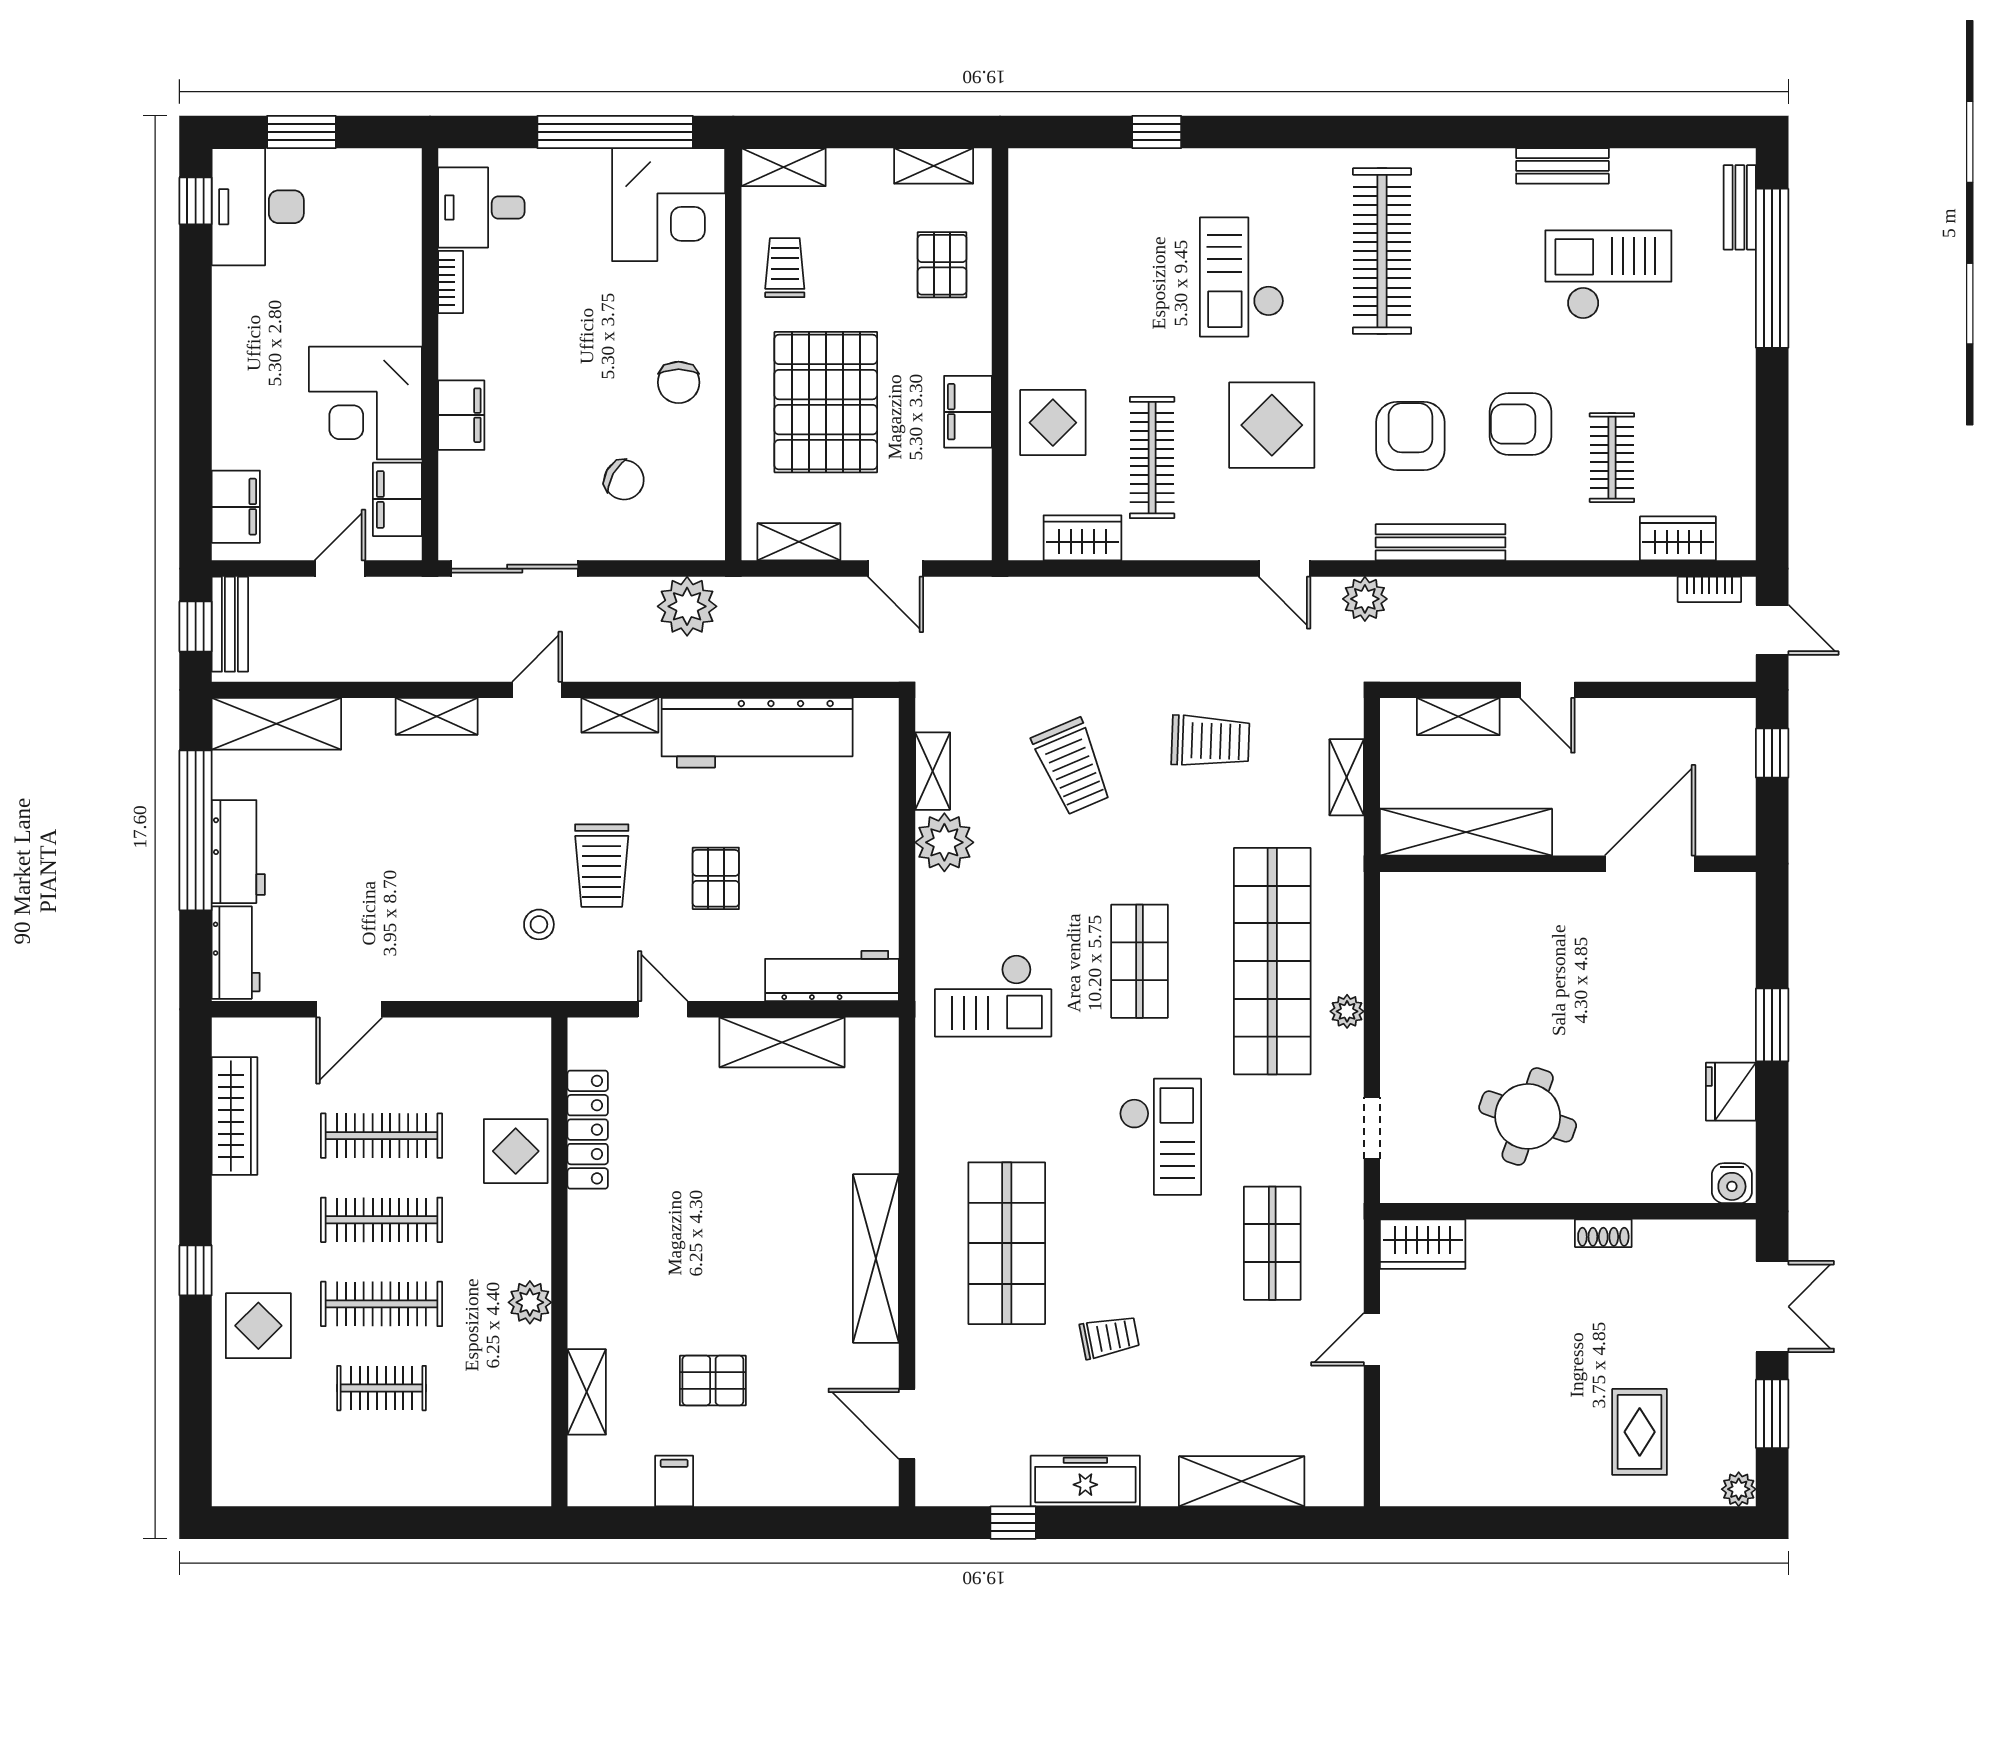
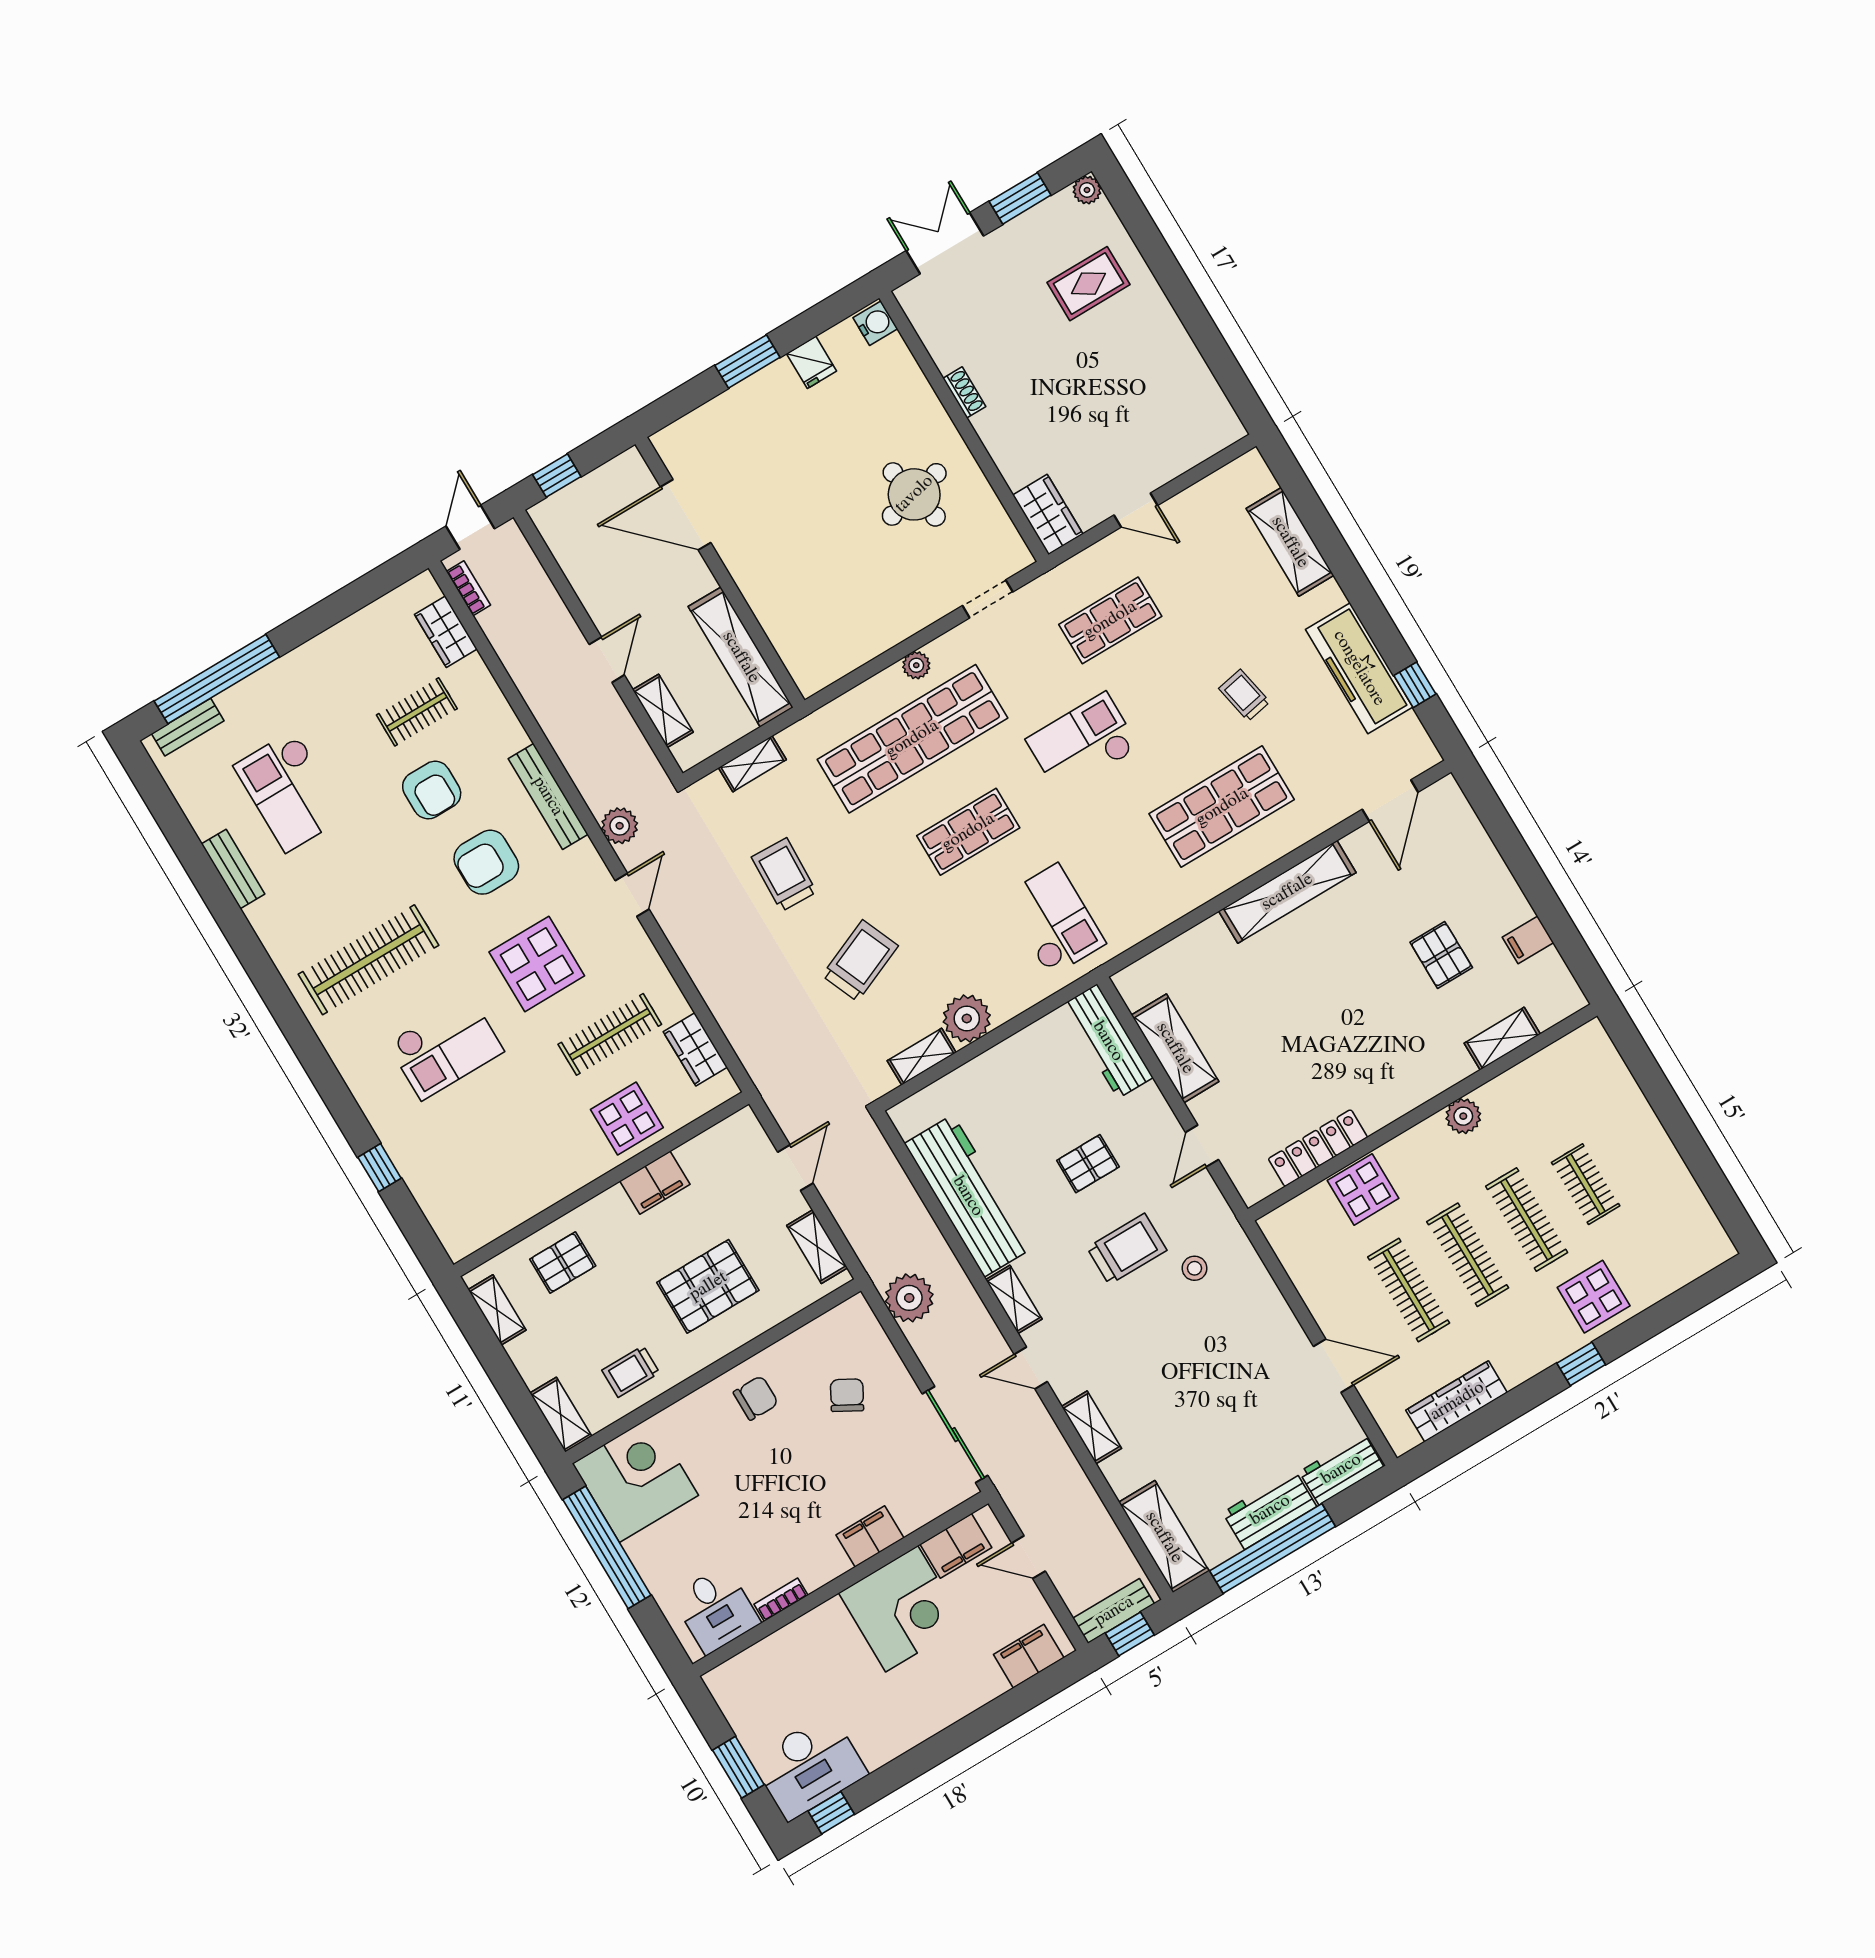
pallet: (826, 402) -> (708, 1286), width x0.73, depth x0.71
fridge: (1731, 1092) -> (812, 362), width x0.72
round table: (1528, 1116) -> (914, 494), turned -32
freezer: (1085, 1481) -> (1359, 668), width x1.36, depth x1.26

